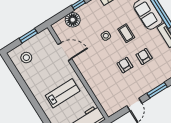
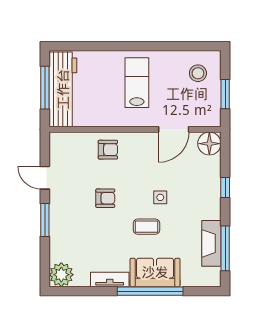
floor lamp: (73, 20) -> (209, 144), moved
armchair: (144, 56) -> (108, 150), moved
lab bench: (63, 93) -> (137, 83), moved, turned 180

